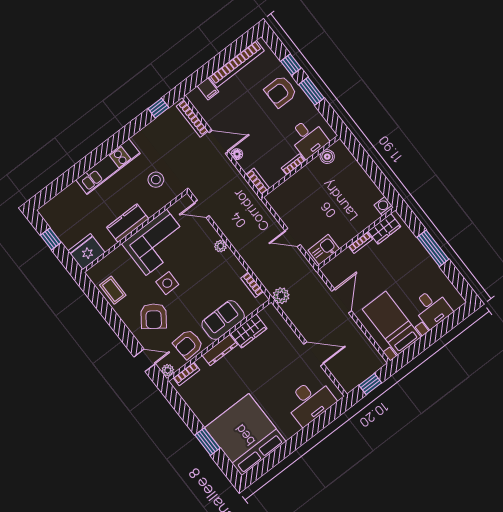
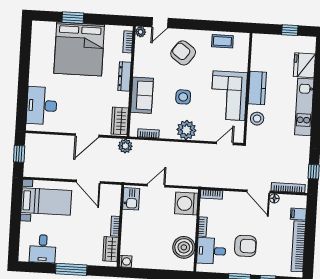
armchair: (281, 91) -> (245, 246), moved, turned 90
door: (219, 142) -> (258, 191), hinge flipped
floor lamp: (237, 154) -> (274, 198), moved
boiler: (327, 157) -> (184, 247), width x1.86, depth x1.86
stool: (156, 180) -> (257, 119), moved
washing machine: (285, 197) -> (186, 203), added
plant: (221, 246) -> (186, 130), width x1.87, depth x1.87
fridge: (86, 252) -> (304, 65), moved, turned 180
side table: (167, 283) -> (183, 97), moved
desk: (432, 308) -> (43, 249), moved, turned -90
wardrobe: (249, 331) -> (120, 121), moved
armchair: (188, 344) -> (146, 59), removed
door: (314, 354) -> (87, 135), moved
bed: (245, 435) -> (79, 49), moved, turned 90

